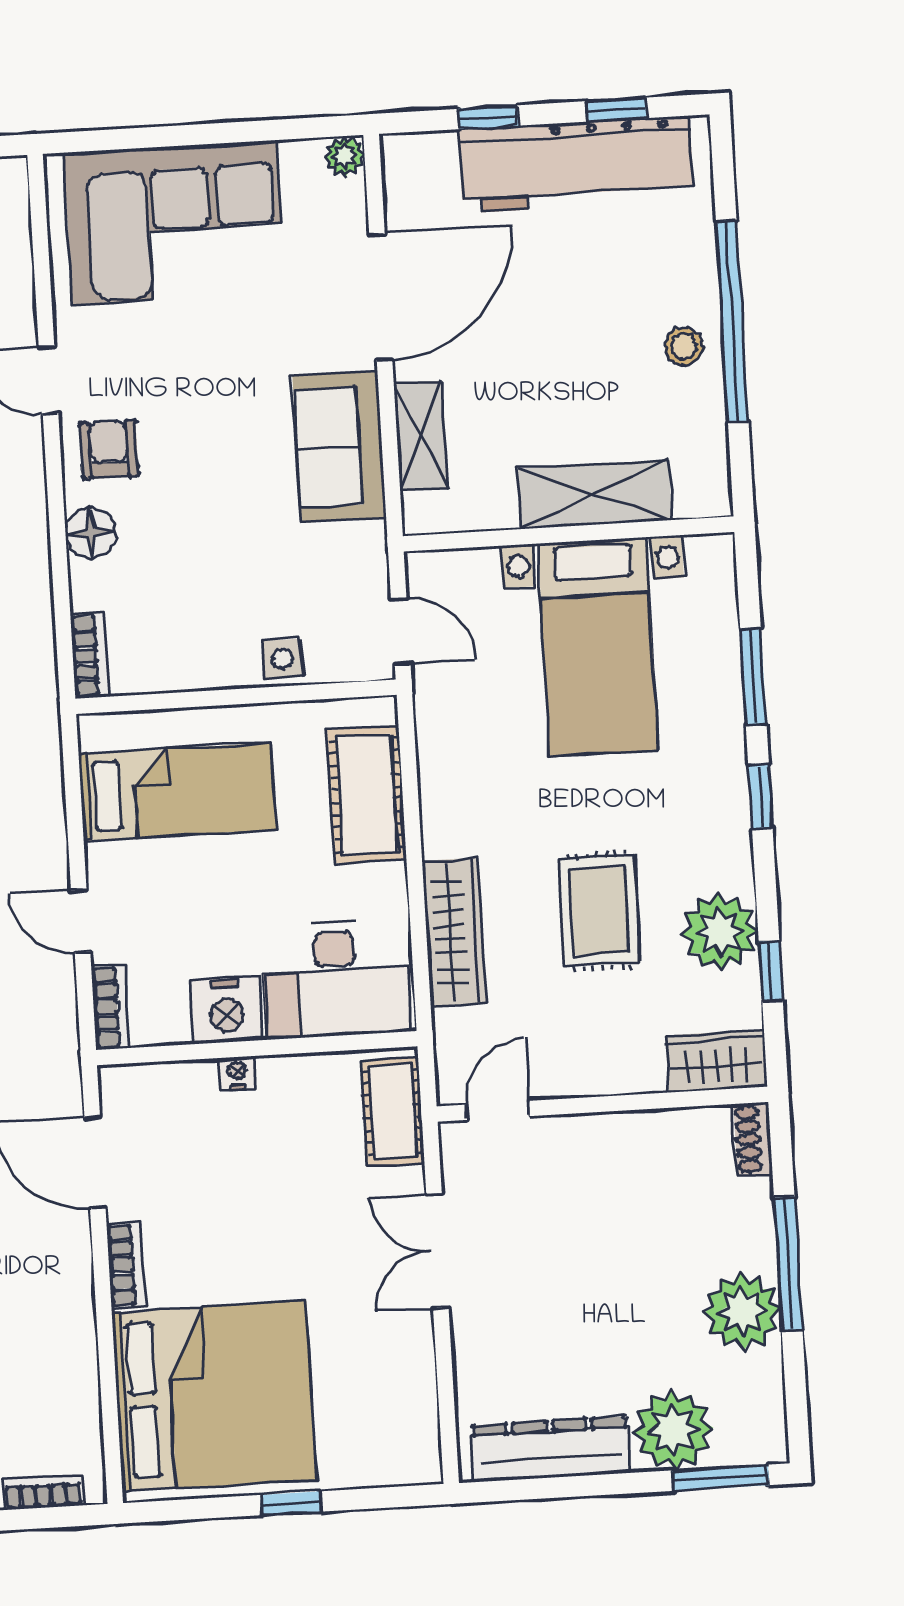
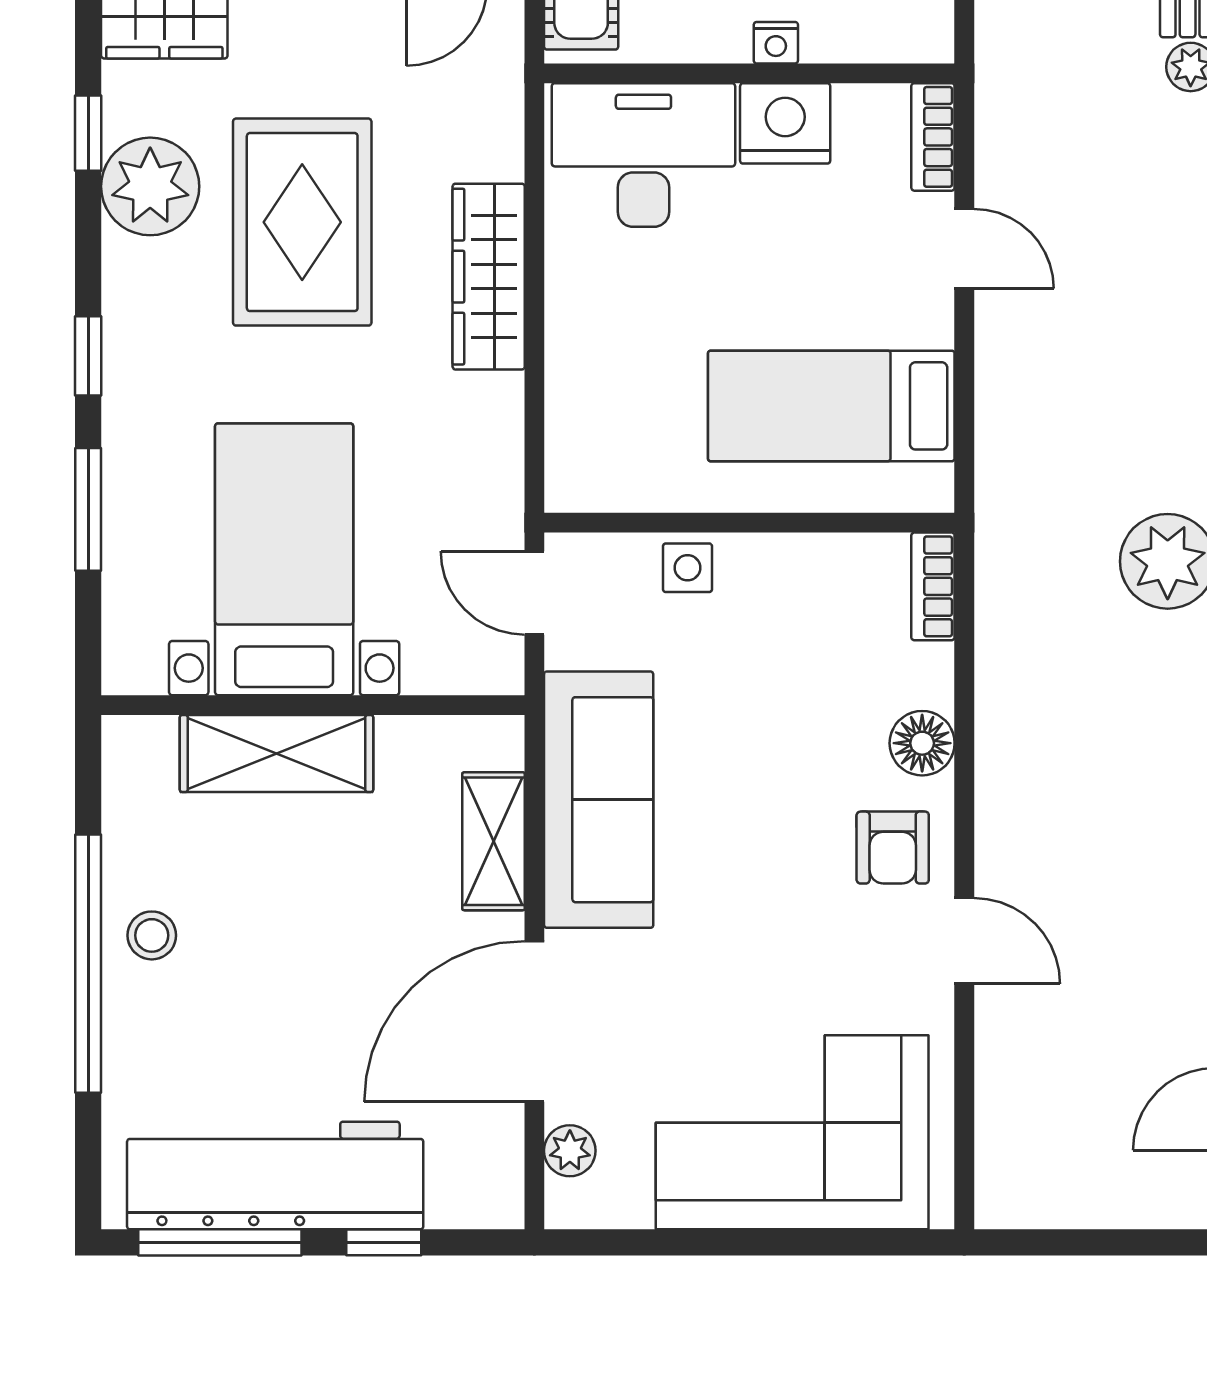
window: (616, 110) -> (220, 1242), width x2.17
plant: (345, 156) -> (570, 1151), moved
sofa: (339, 447) -> (599, 800), width x1.36
cot: (367, 794) -> (590, 388), removed
rug: (599, 911) -> (302, 222), width x1.36, depth x1.43
wardrobe: (454, 932) -> (489, 277), moved

